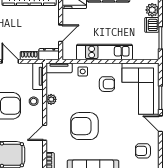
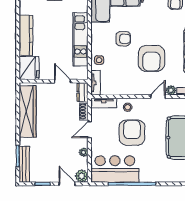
armchair: (107, 84) -> (123, 39), moved, turned 90
plant: (51, 99) -> (171, 90), moved
door: (45, 133) -> (158, 97), swing flipped

